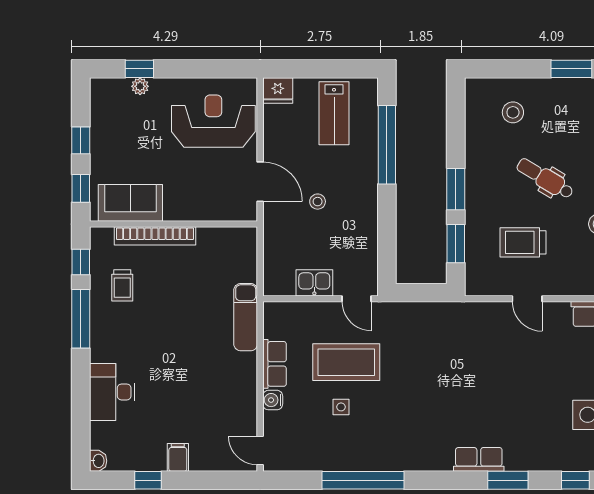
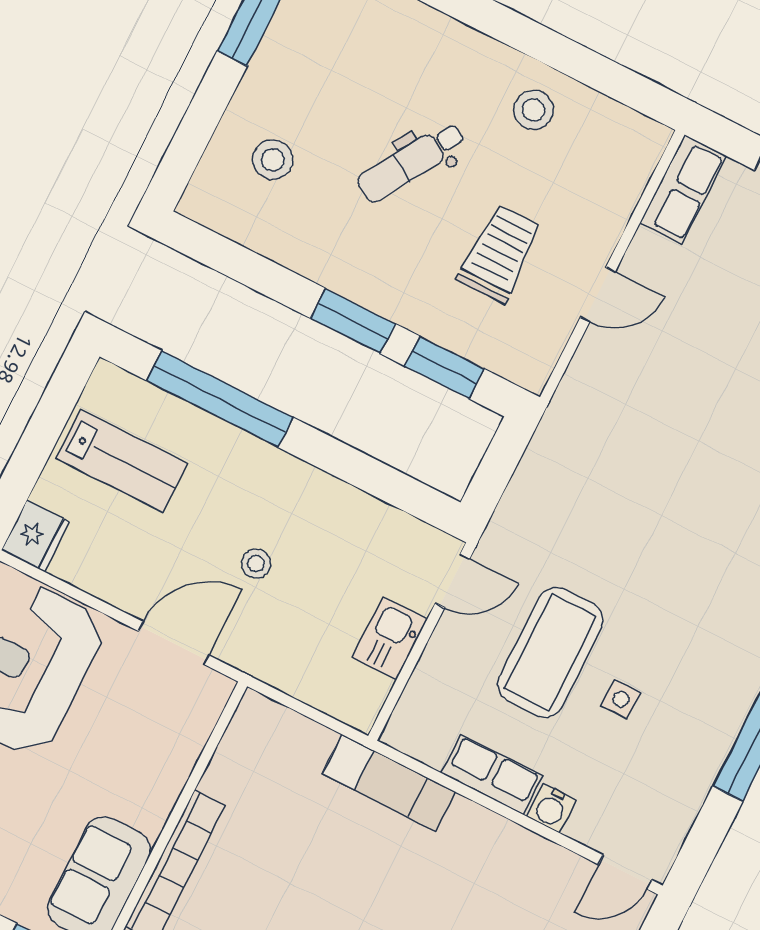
trolley: (523, 242) -> (499, 254), turned 180

